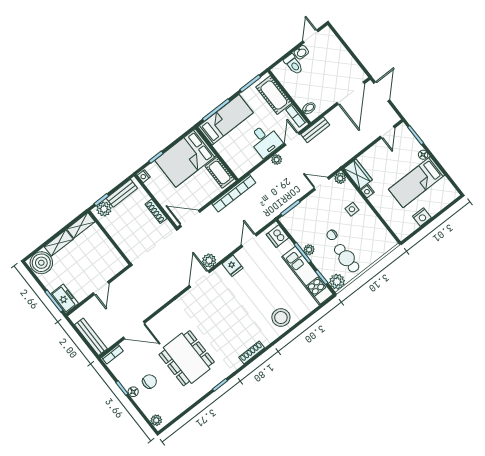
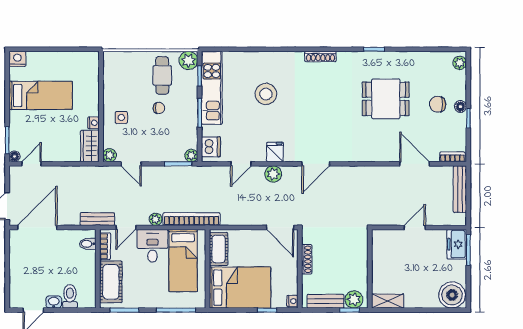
bed: (225, 120) -> (183, 261), moved, turned -90
floor lamp: (423, 155) -> (15, 156), moved
bookcase: (234, 193) -> (192, 219), moved
nightstand: (422, 217) -> (17, 59), moved
shelving: (59, 243) -> (421, 301), removed
plant: (309, 250) -> (191, 156), moved
plant: (209, 261) -> (273, 174), moved
stool: (281, 318) -> (266, 94), moved
dining table: (187, 358) -> (386, 99), width x0.73

